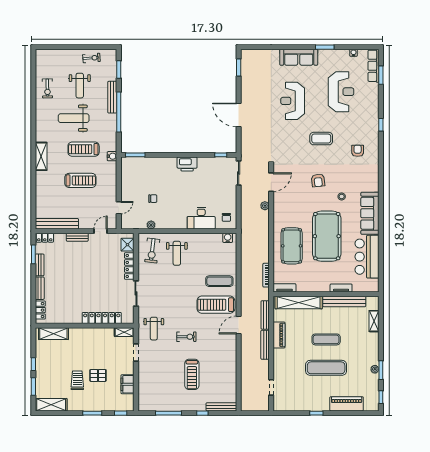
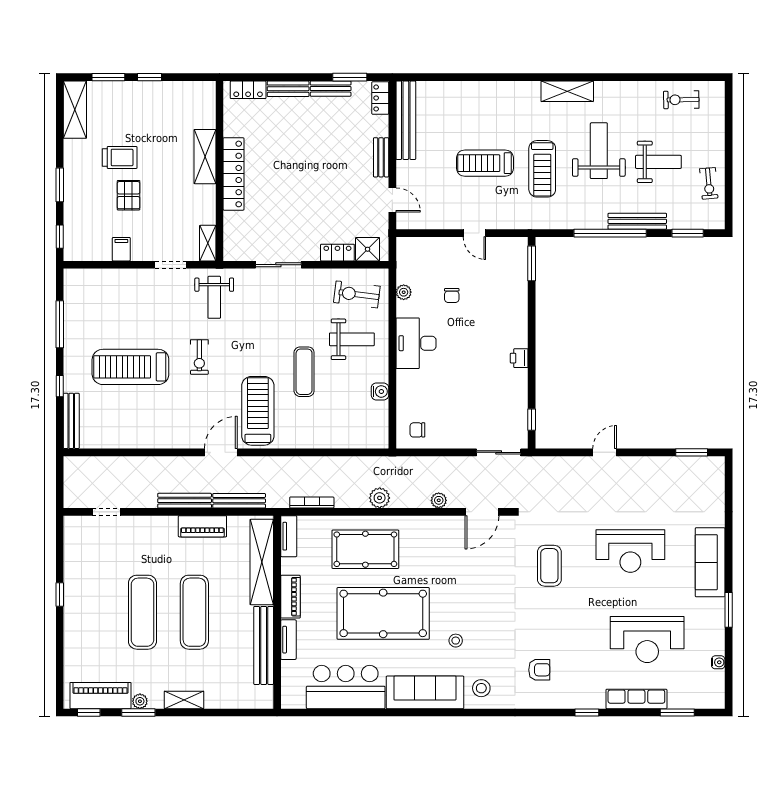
row of seats: (374, 66) -> (636, 699), moved
weight bench: (80, 86) -> (658, 162), turned 180
exercise bike: (47, 88) -> (681, 100), moved
reception desk: (293, 101) -> (630, 551), turned 180
door: (239, 115) -> (605, 452), width x0.53
coffee table: (321, 139) -> (549, 566), moved
treadmill: (84, 149) -> (542, 169), turned 180
shelving: (41, 156) -> (567, 91), moved
water cooler: (112, 156) -> (529, 221), removed
printer: (187, 164) -> (519, 358), width x0.53, depth x0.68
treadmill: (80, 180) -> (485, 163), turned 90
armchair: (318, 180) -> (485, 598), removed
door: (271, 182) -> (482, 512), hinge flipped
stool: (368, 182) -> (481, 688), added
door: (119, 208) -> (474, 233), moved
desk: (201, 218) -> (416, 343), moved
water cooler: (228, 238) -> (380, 391), moved
plant: (264, 238) -> (380, 498), added
weight bench: (177, 253) -> (352, 339), turned 180
locker: (129, 266) -> (337, 253), width x0.66
exercise mat: (219, 281) -> (304, 372), moved
piano: (318, 287) -> (290, 597), added
locker: (102, 318) -> (234, 174), moved
shelving: (374, 321) -> (184, 700), moved
door: (239, 325) -> (221, 452), hinge flipped
weight bench: (154, 329) -> (214, 297), turned -90
shelving: (53, 334) -> (205, 157), moved
exercise mat: (326, 339) -> (194, 612), width x1.36, depth x1.45
treadmill: (192, 374) -> (130, 367), width x1.37, depth x1.38
filing cabinet: (127, 384) -> (121, 249), width x0.50
piano: (347, 404) -> (100, 696), moved, turned -90

